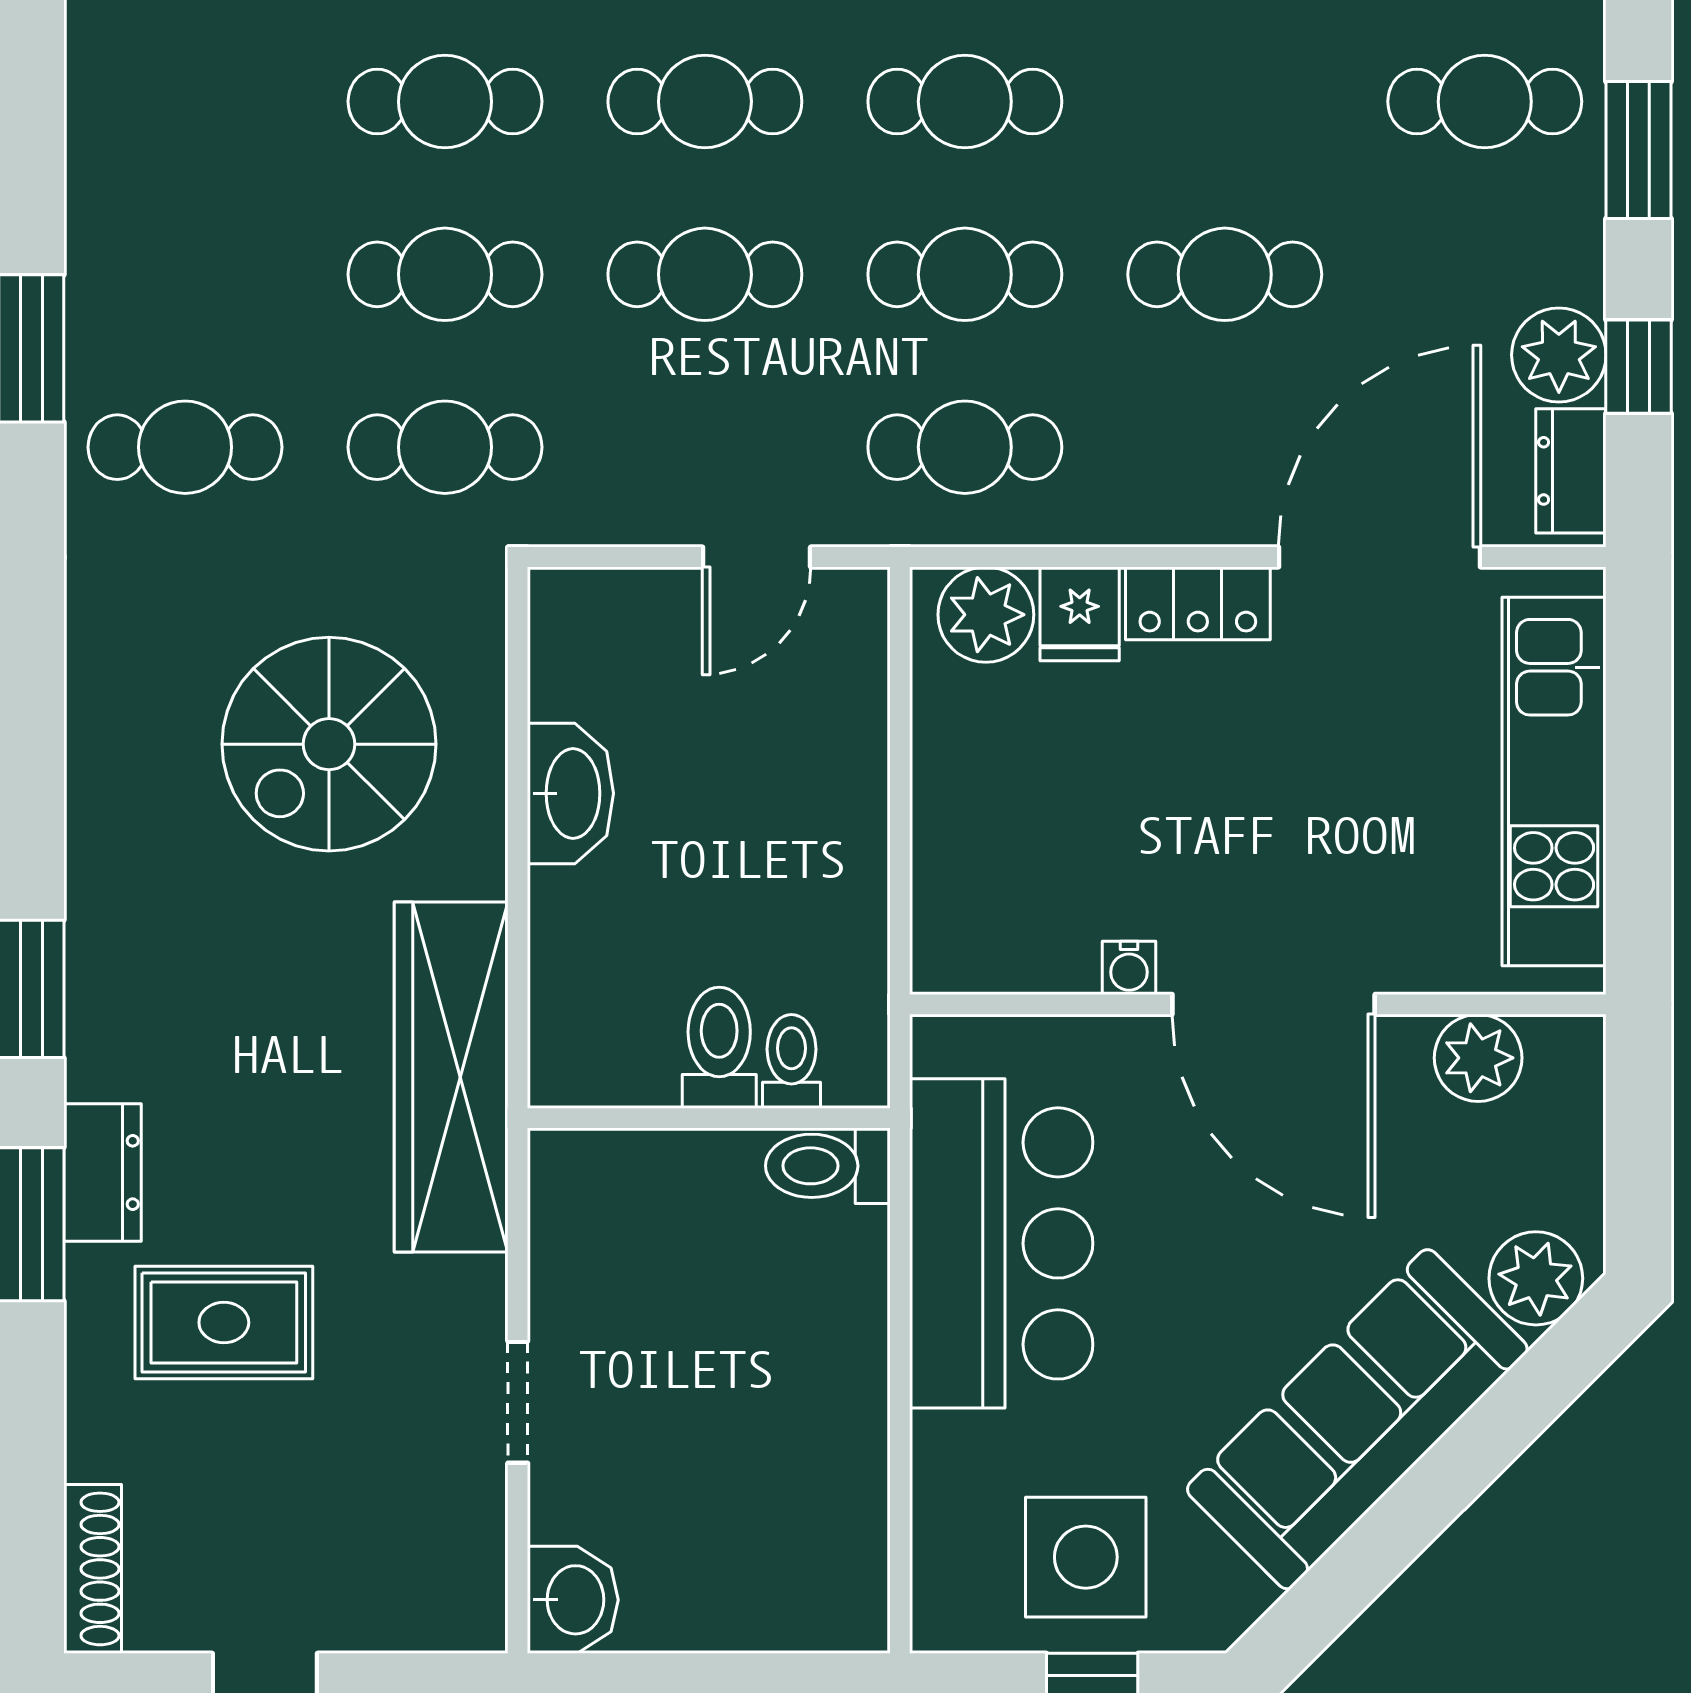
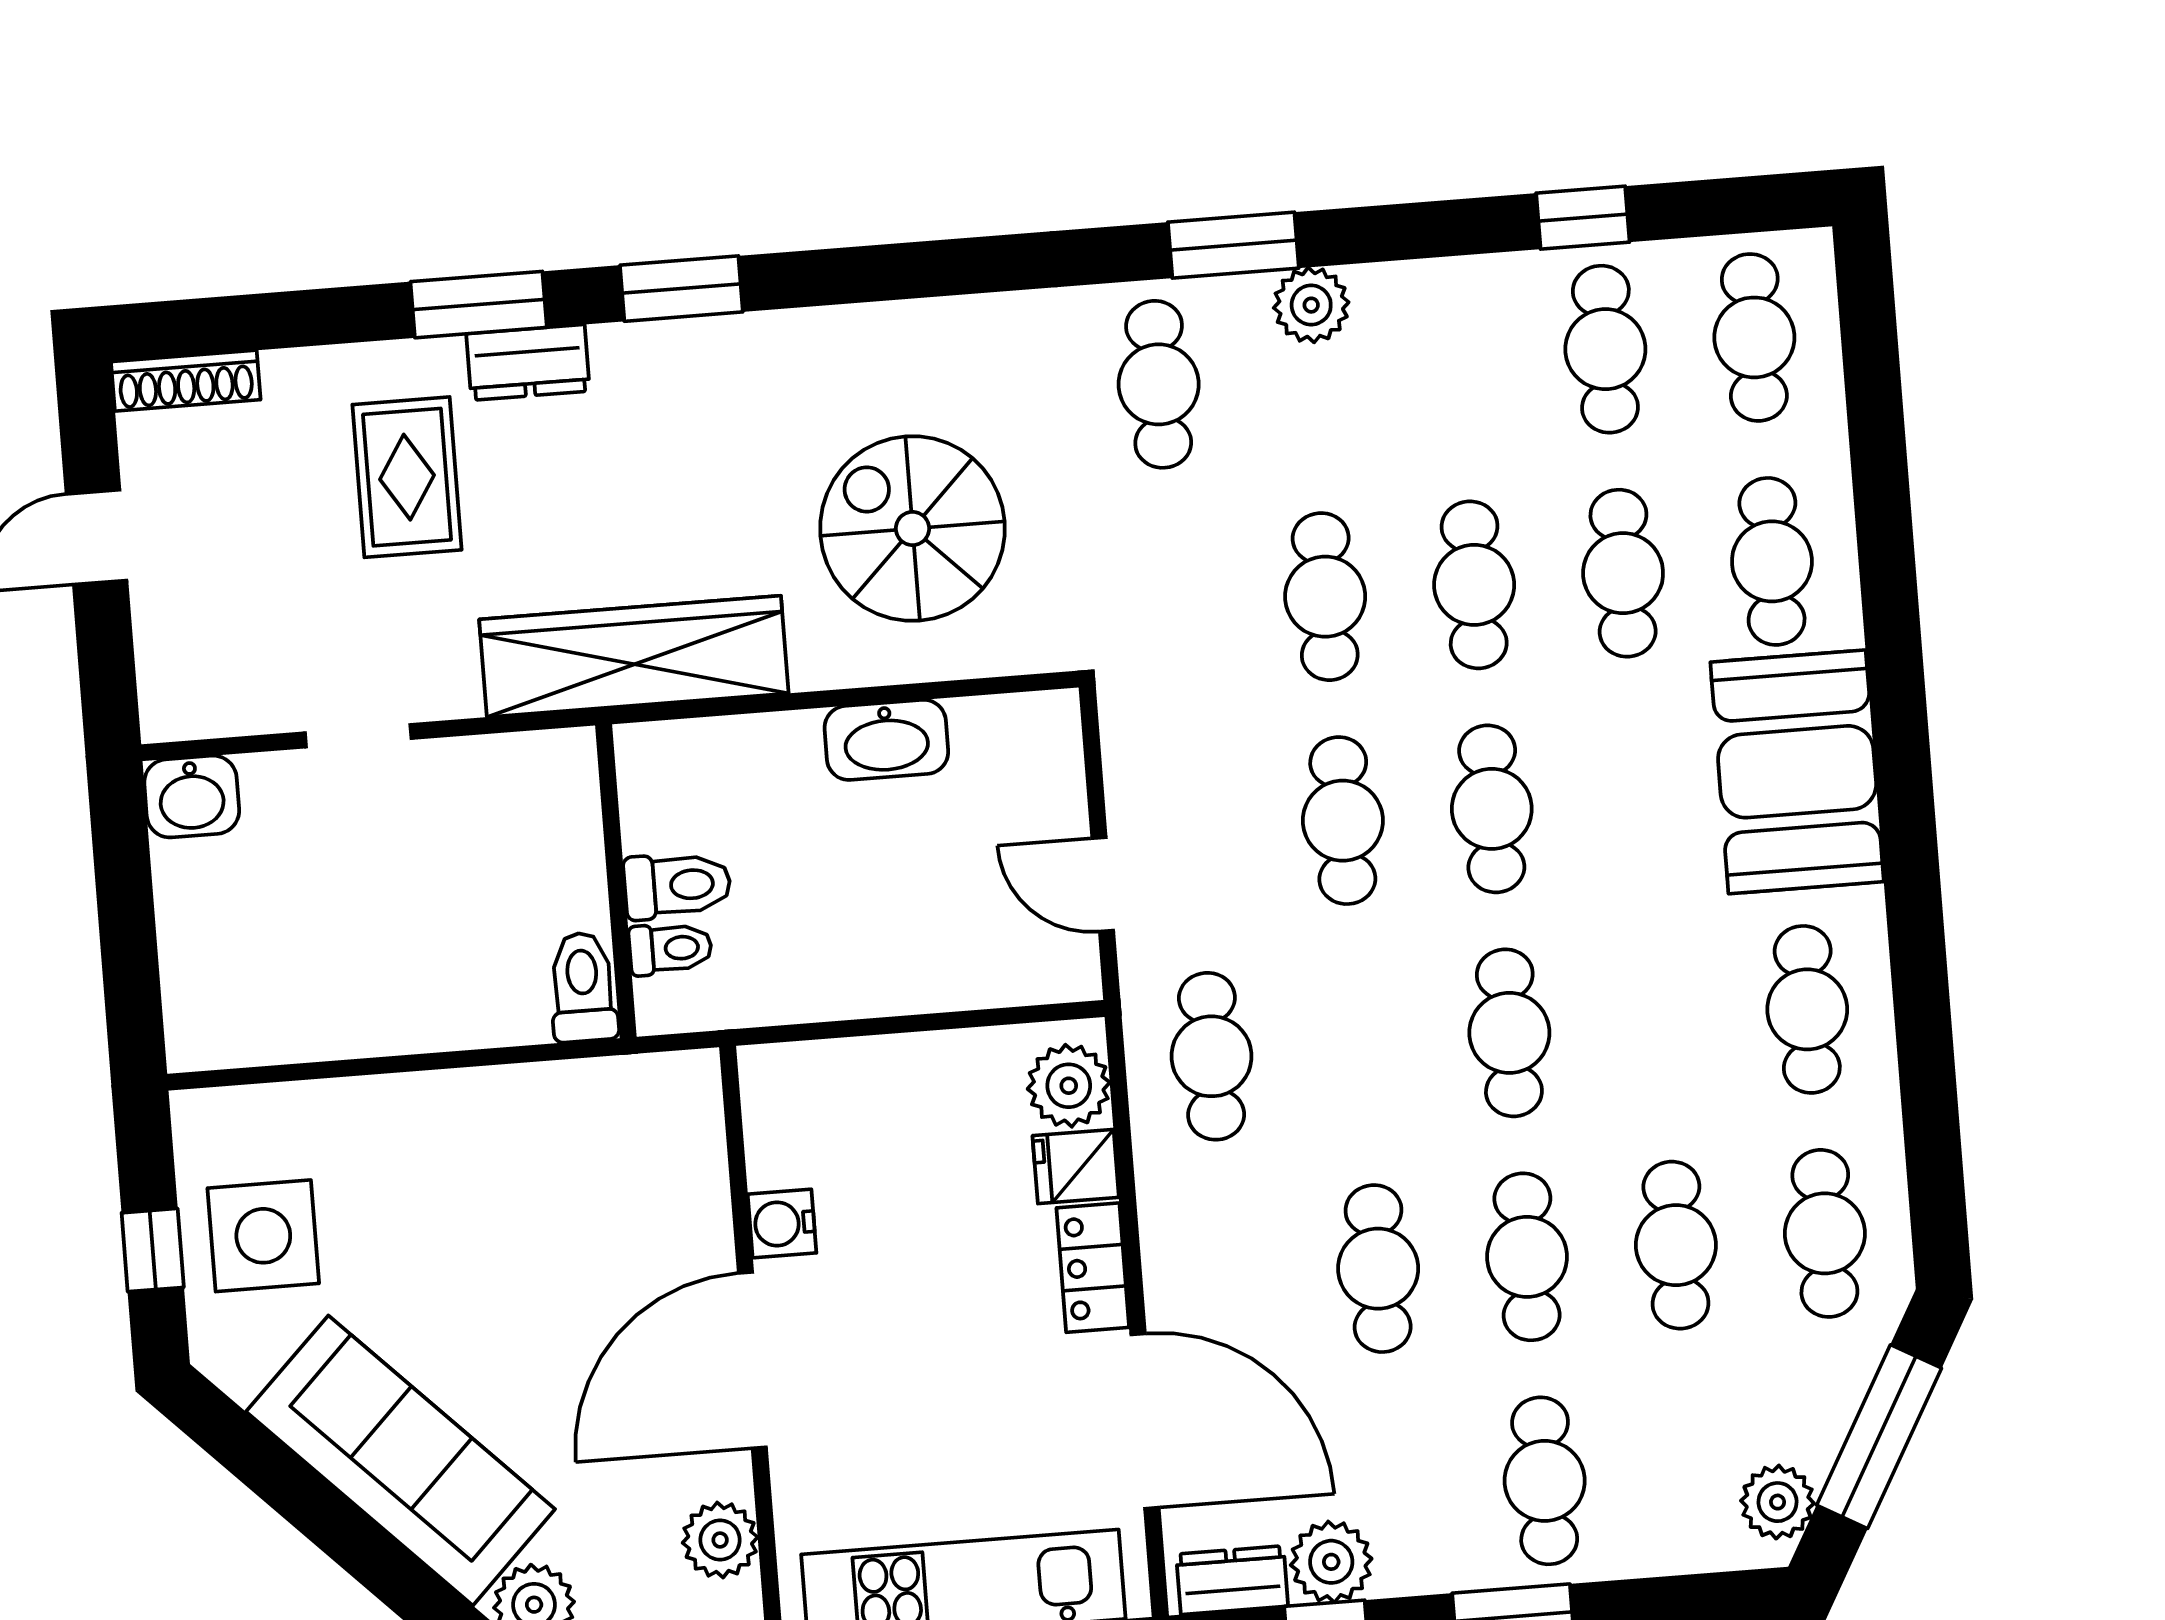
plant: (107, 264) -> (1311, 305), added
cafe table: (965, 274) -> (1527, 1257), moved
cafe table: (445, 447) -> (1176, 608), removed
water cooler: (1129, 968) -> (782, 1224), width x1.38, depth x1.38
bar counter: (1001, 1243) -> (528, 1142), removed

